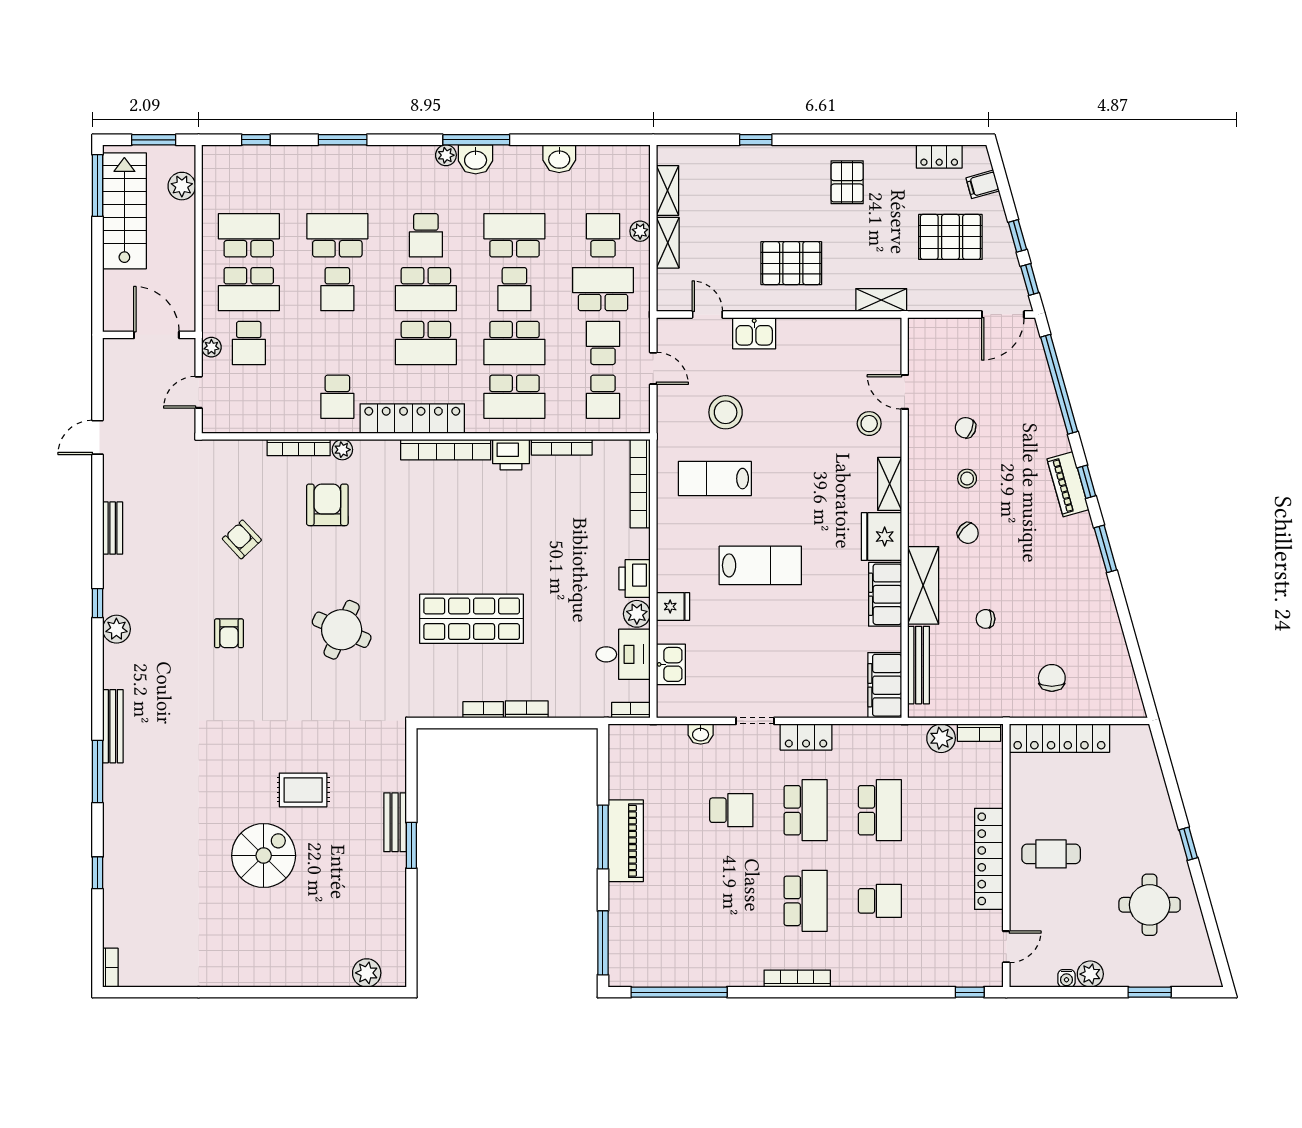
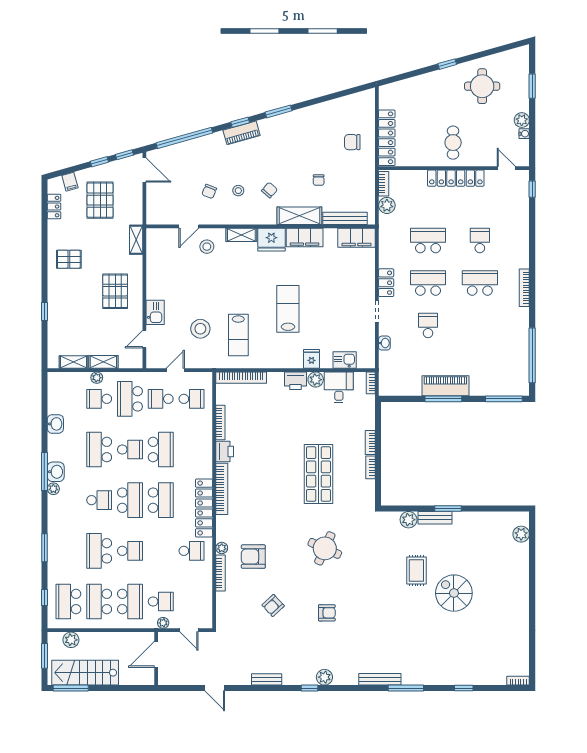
school desk: (514, 397) -> (68, 601), moved, turned 180
plant: (392, 776) -> (409, 520), added

